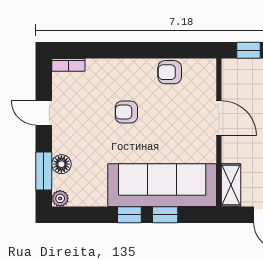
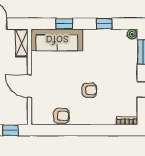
floor lamp: (61, 164) -> (131, 56), removed
sofa: (162, 185) -> (57, 40), width x0.74, depth x0.79
window: (129, 215) -> (104, 24), moved

